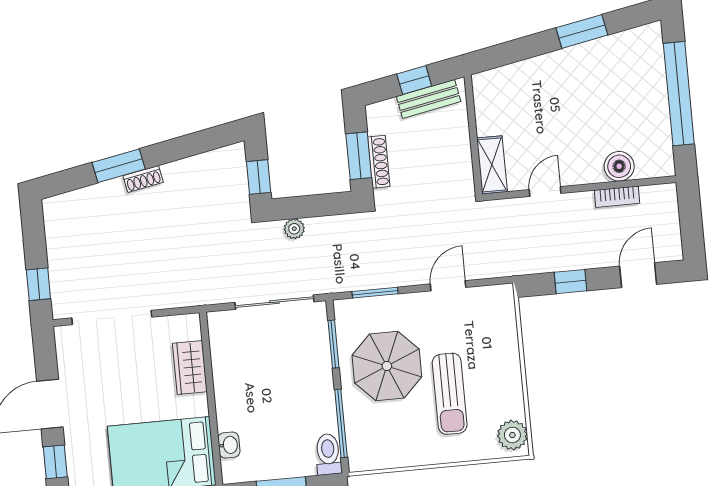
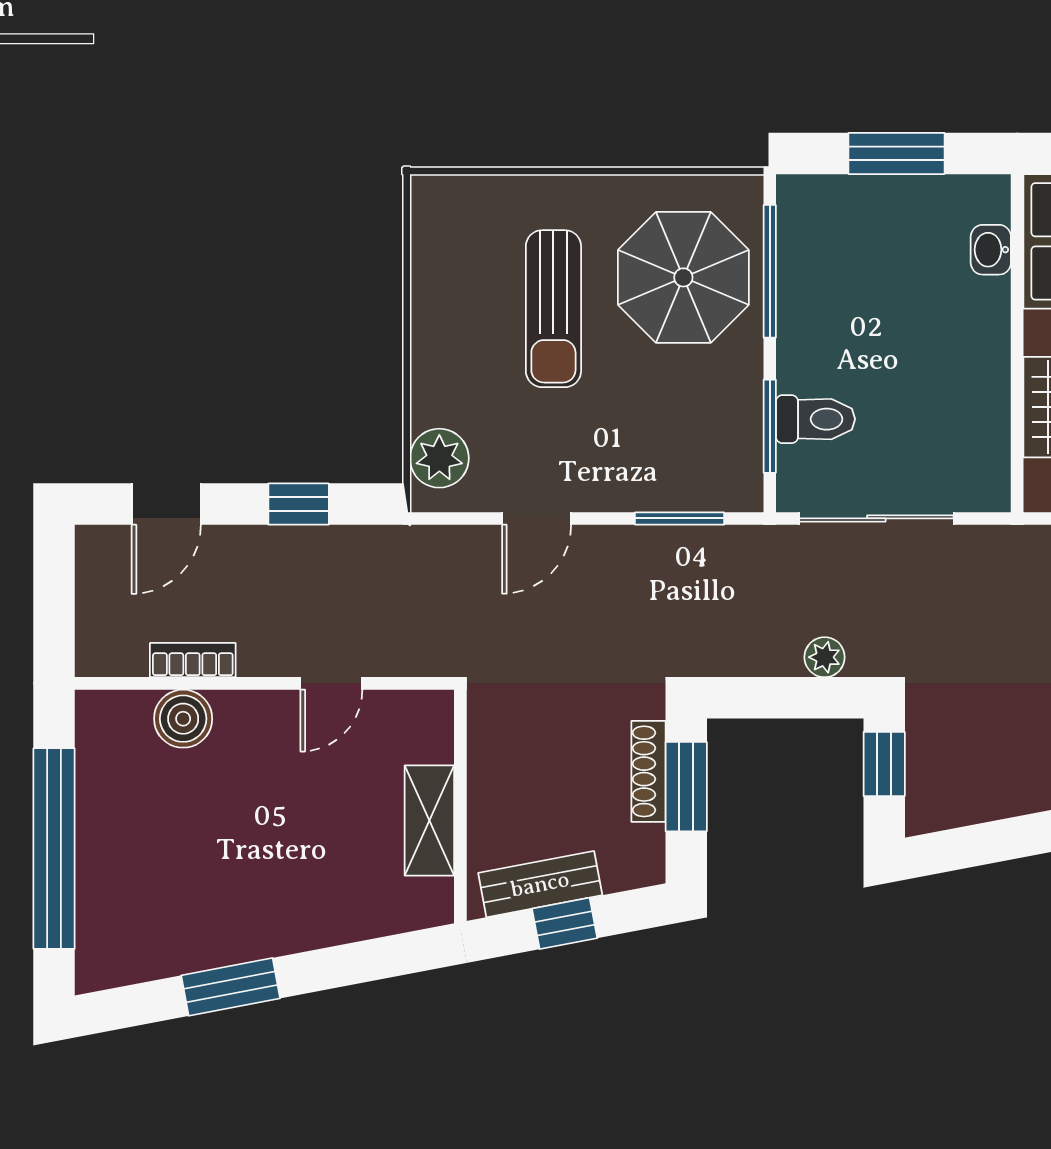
shelving: (492, 165) -> (429, 821), moved
parasol: (387, 366) -> (683, 277), moved
sun lounger: (450, 394) -> (553, 309), turned 180
plant: (512, 435) -> (439, 458), moved
toilet: (328, 454) -> (815, 419), moved, turned -90

